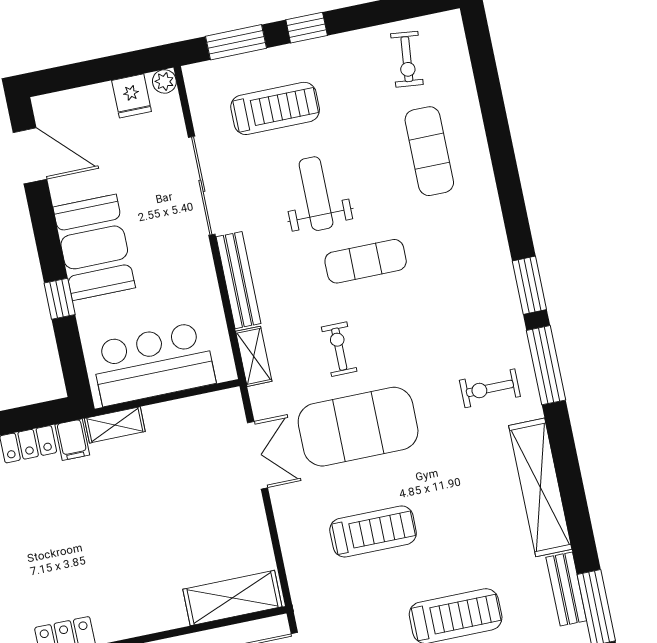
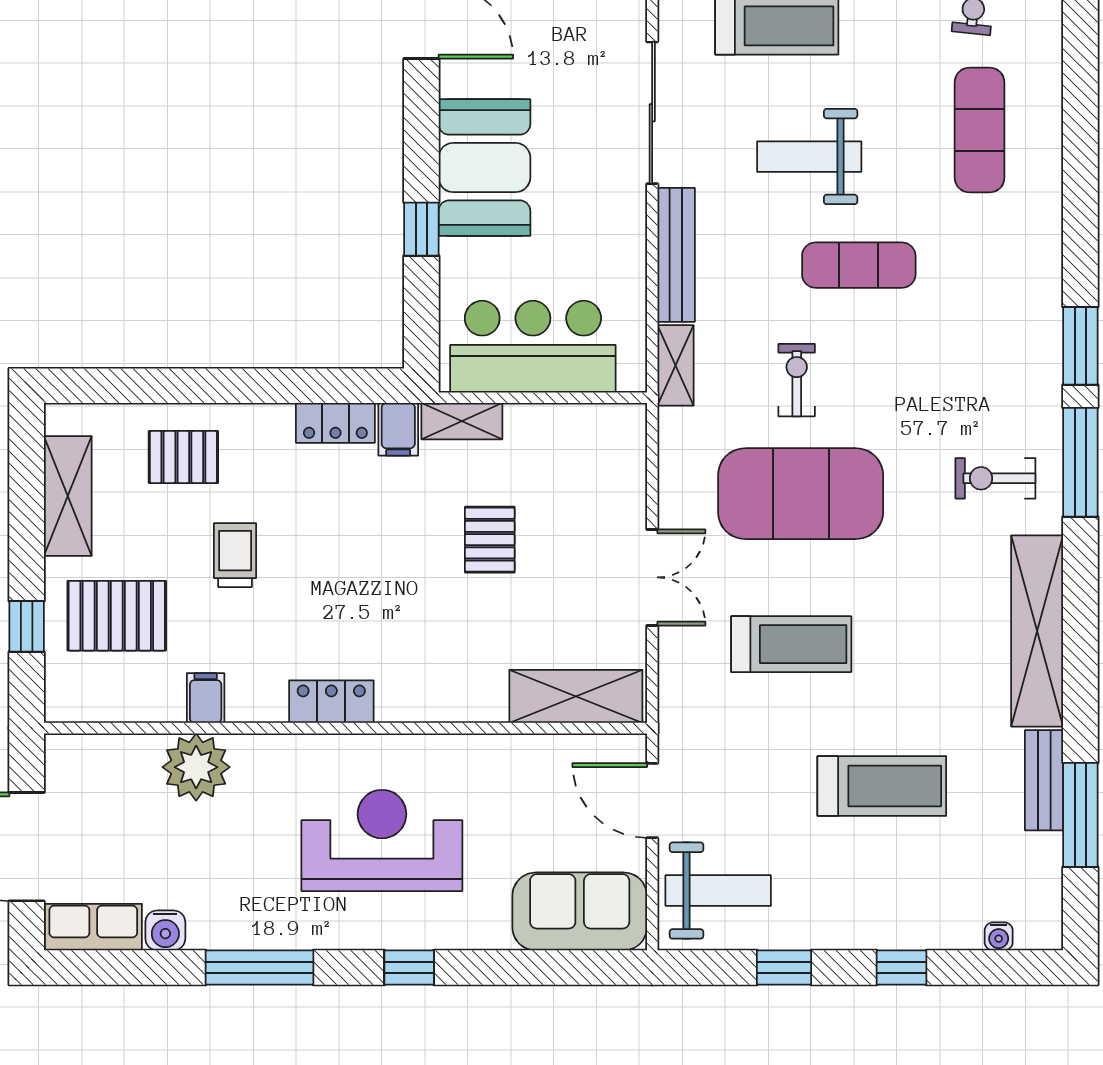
weight bench: (316, 194) -> (809, 157), turned -90
double door: (258, 455) -> (652, 577), moved
pallet: (151, 503) -> (490, 540), added

